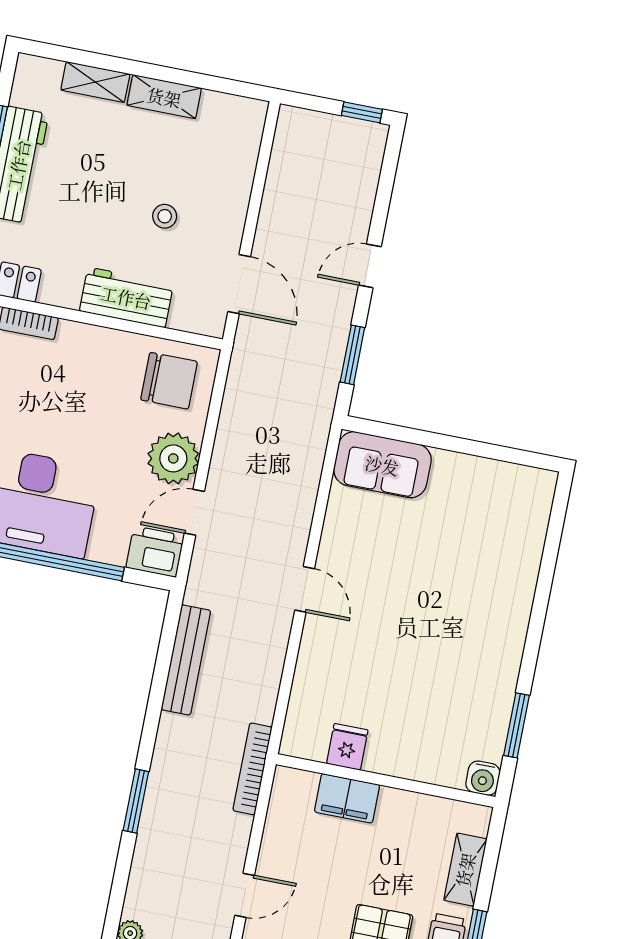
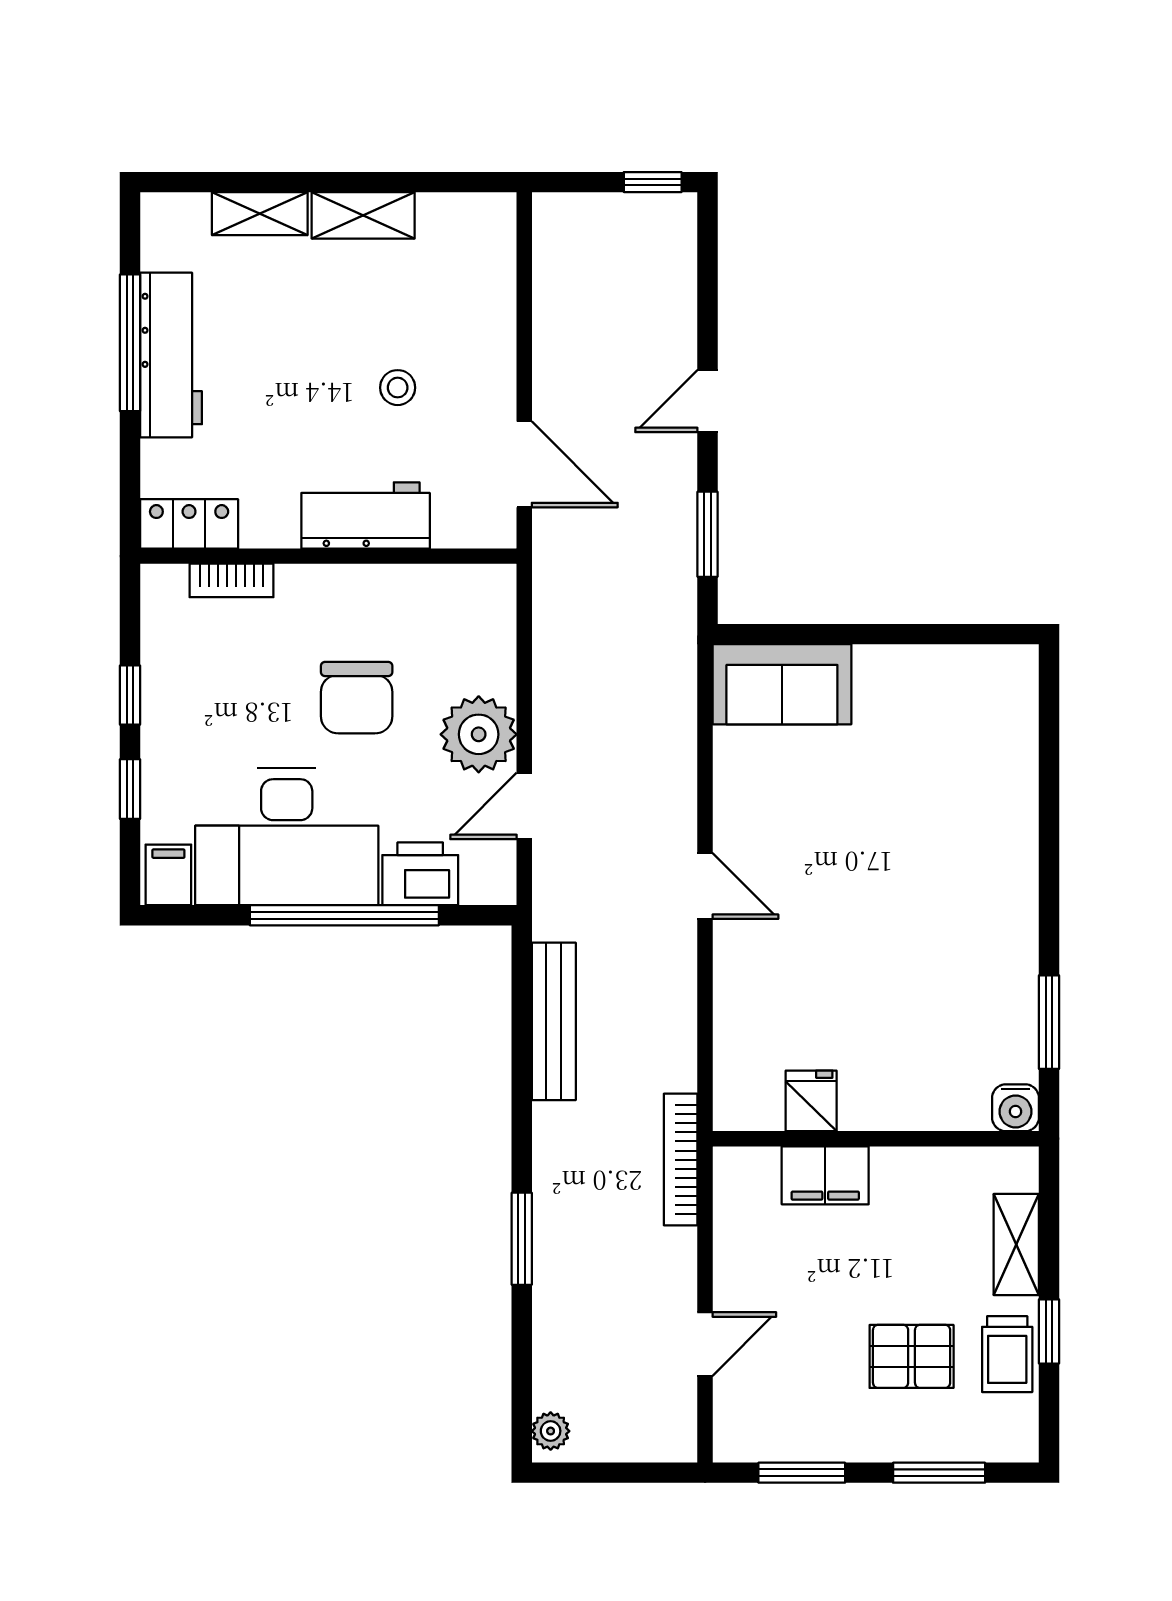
chair: (169, 381) -> (357, 698), moved, turned 90
printer: (155, 552) -> (420, 874), moved

